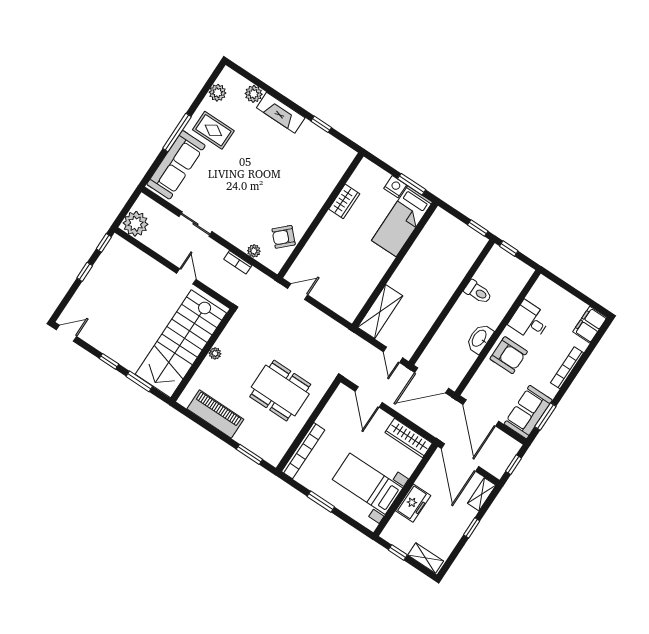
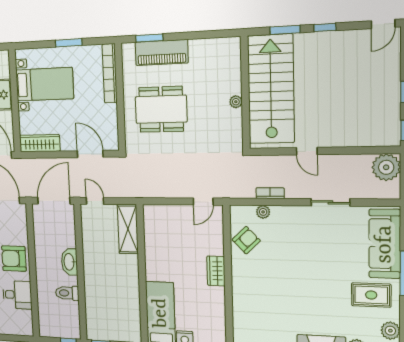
wardrobe: (344, 201) -> (216, 271), moved
washbasin: (480, 338) -> (69, 262), moved, turned 180
piano: (215, 414) -> (162, 53), moved

